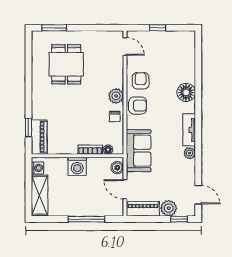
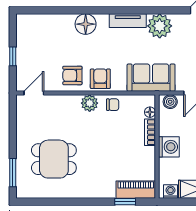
plant: (190, 153) -> (160, 26), width x1.88, depth x1.88

